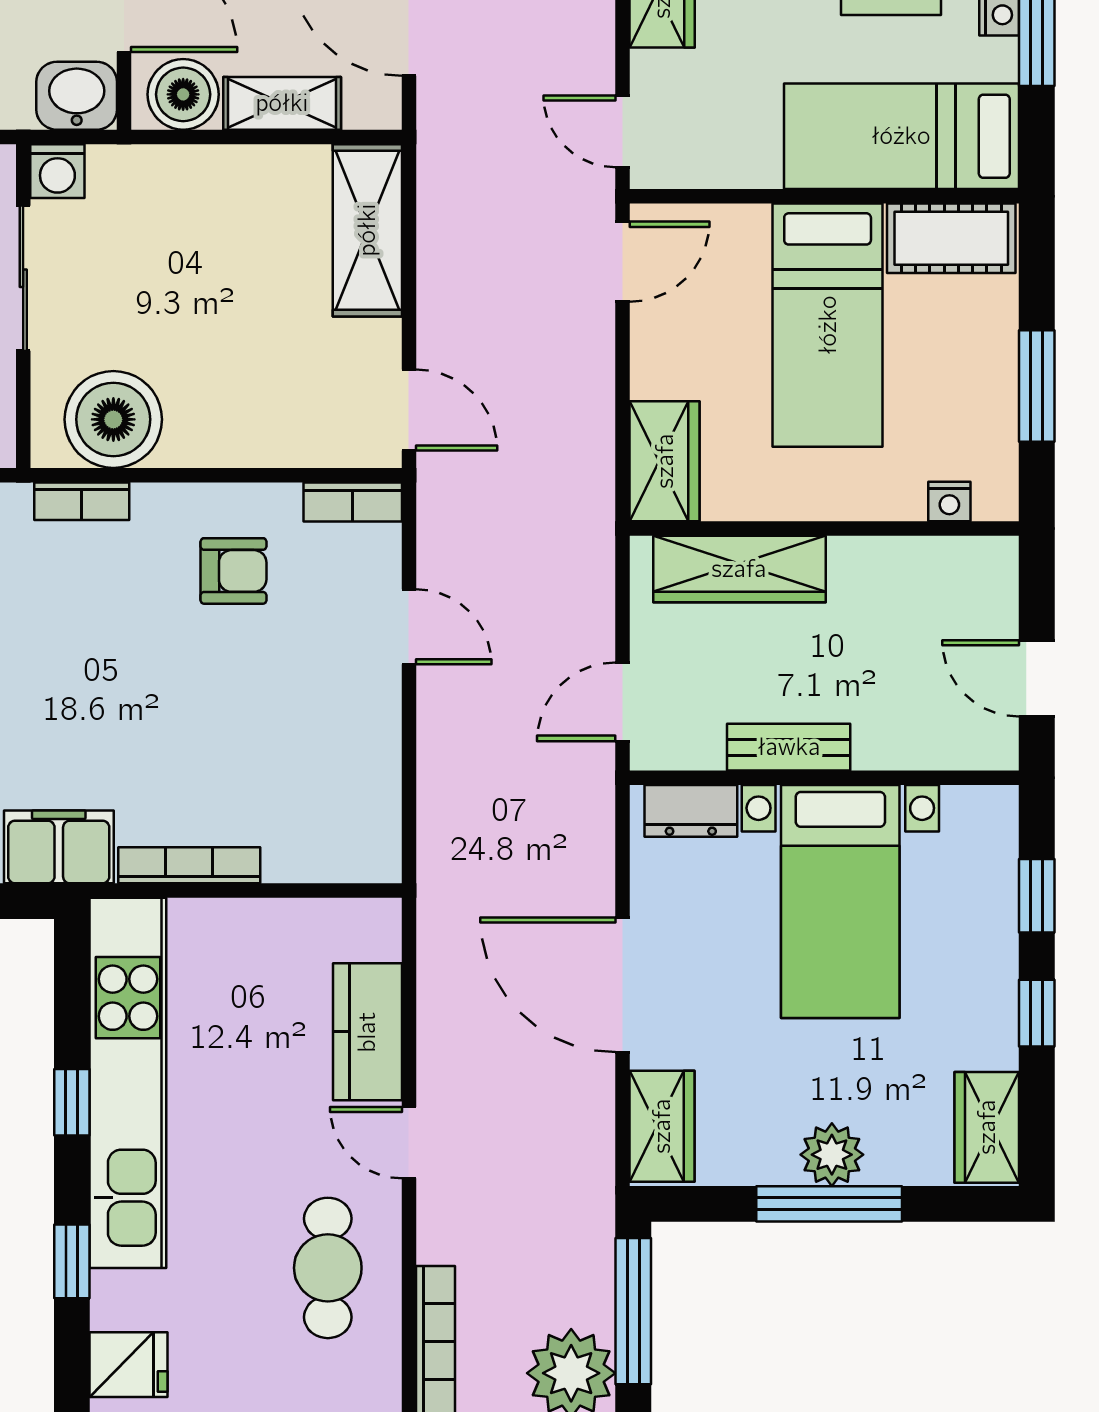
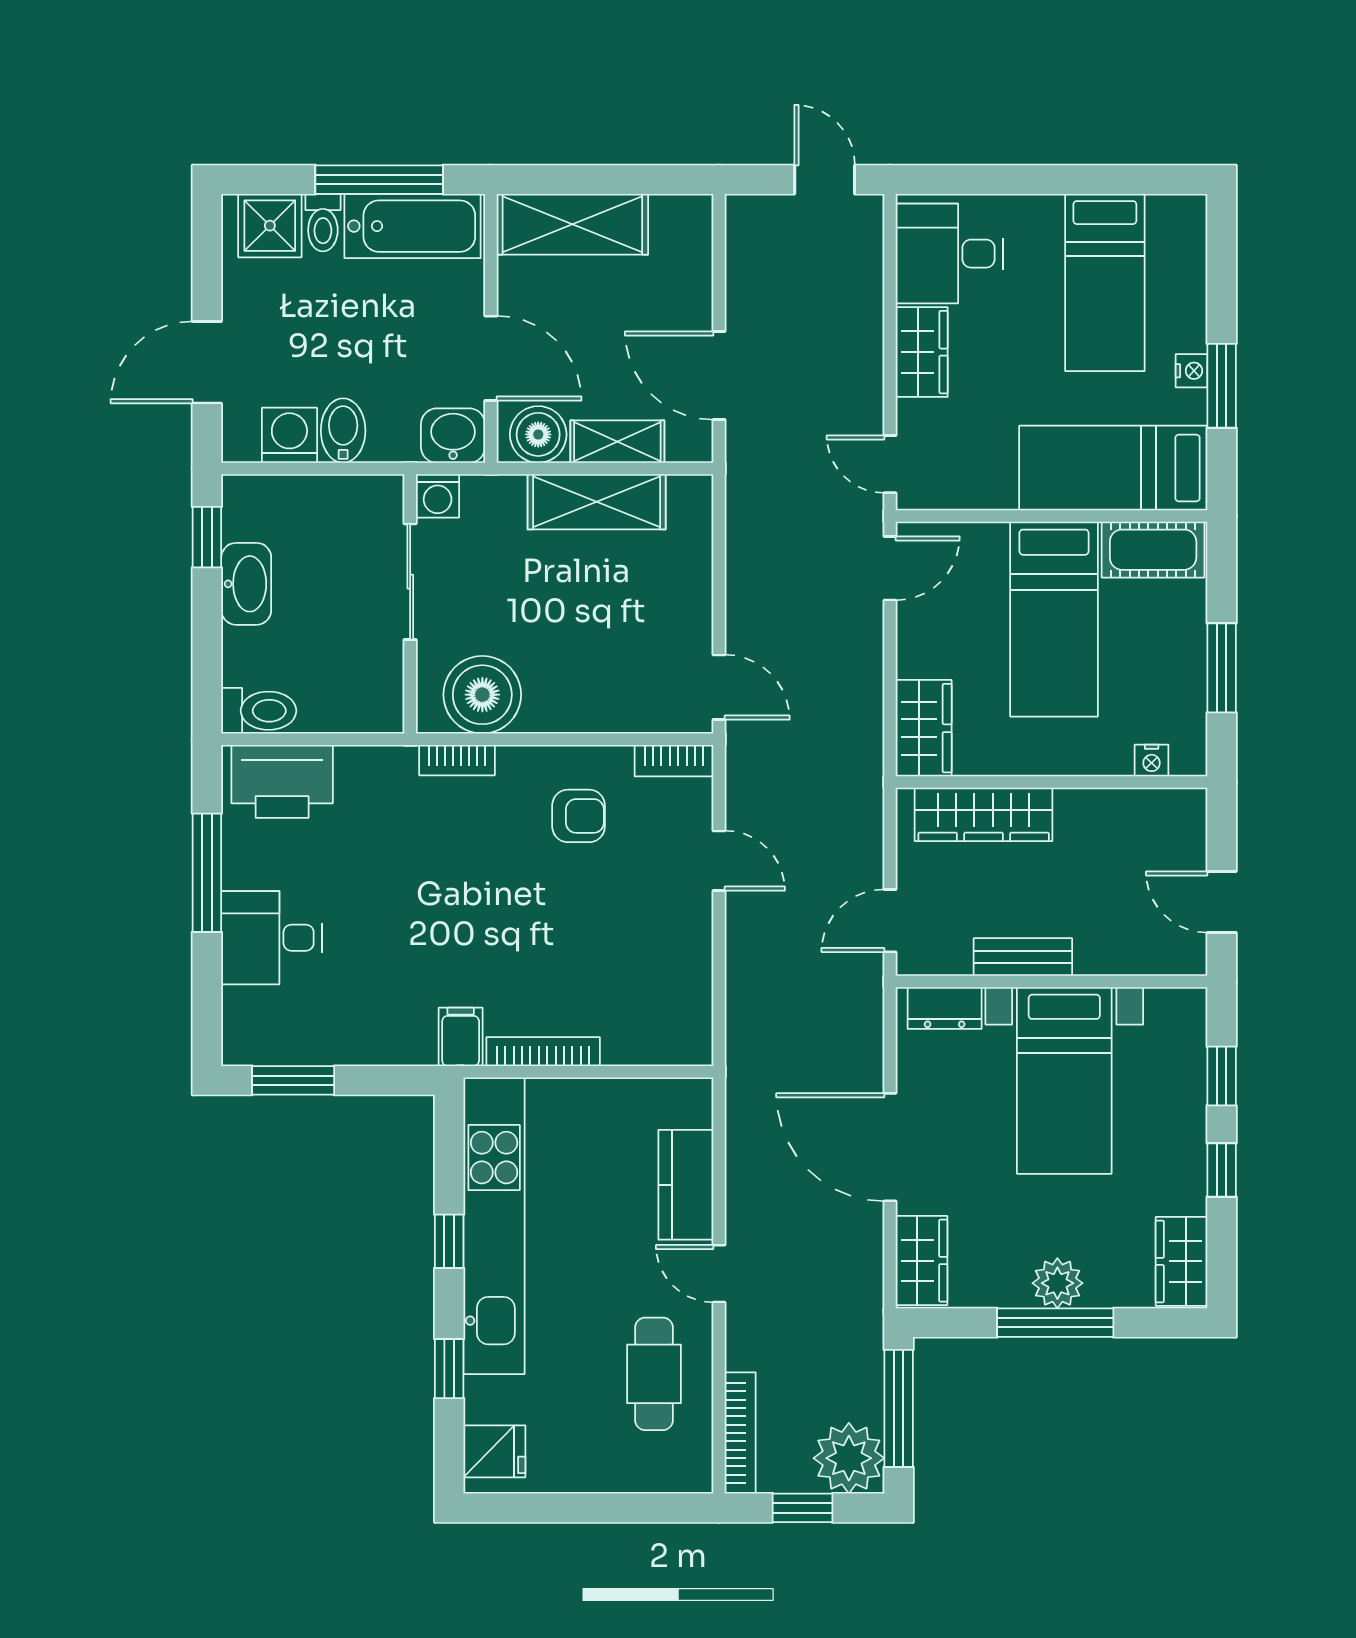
shelving: (367, 230) -> (597, 502), moved, turned 90
filing cabinet: (59, 847) -> (461, 1037), width x0.50

